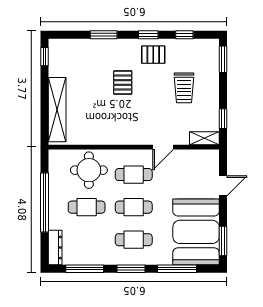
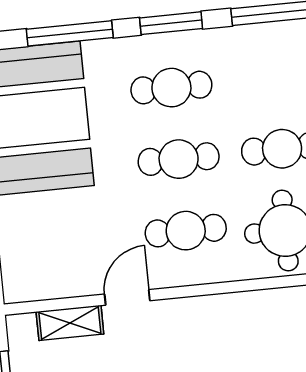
shelving: (204, 138) -> (70, 323), moved

